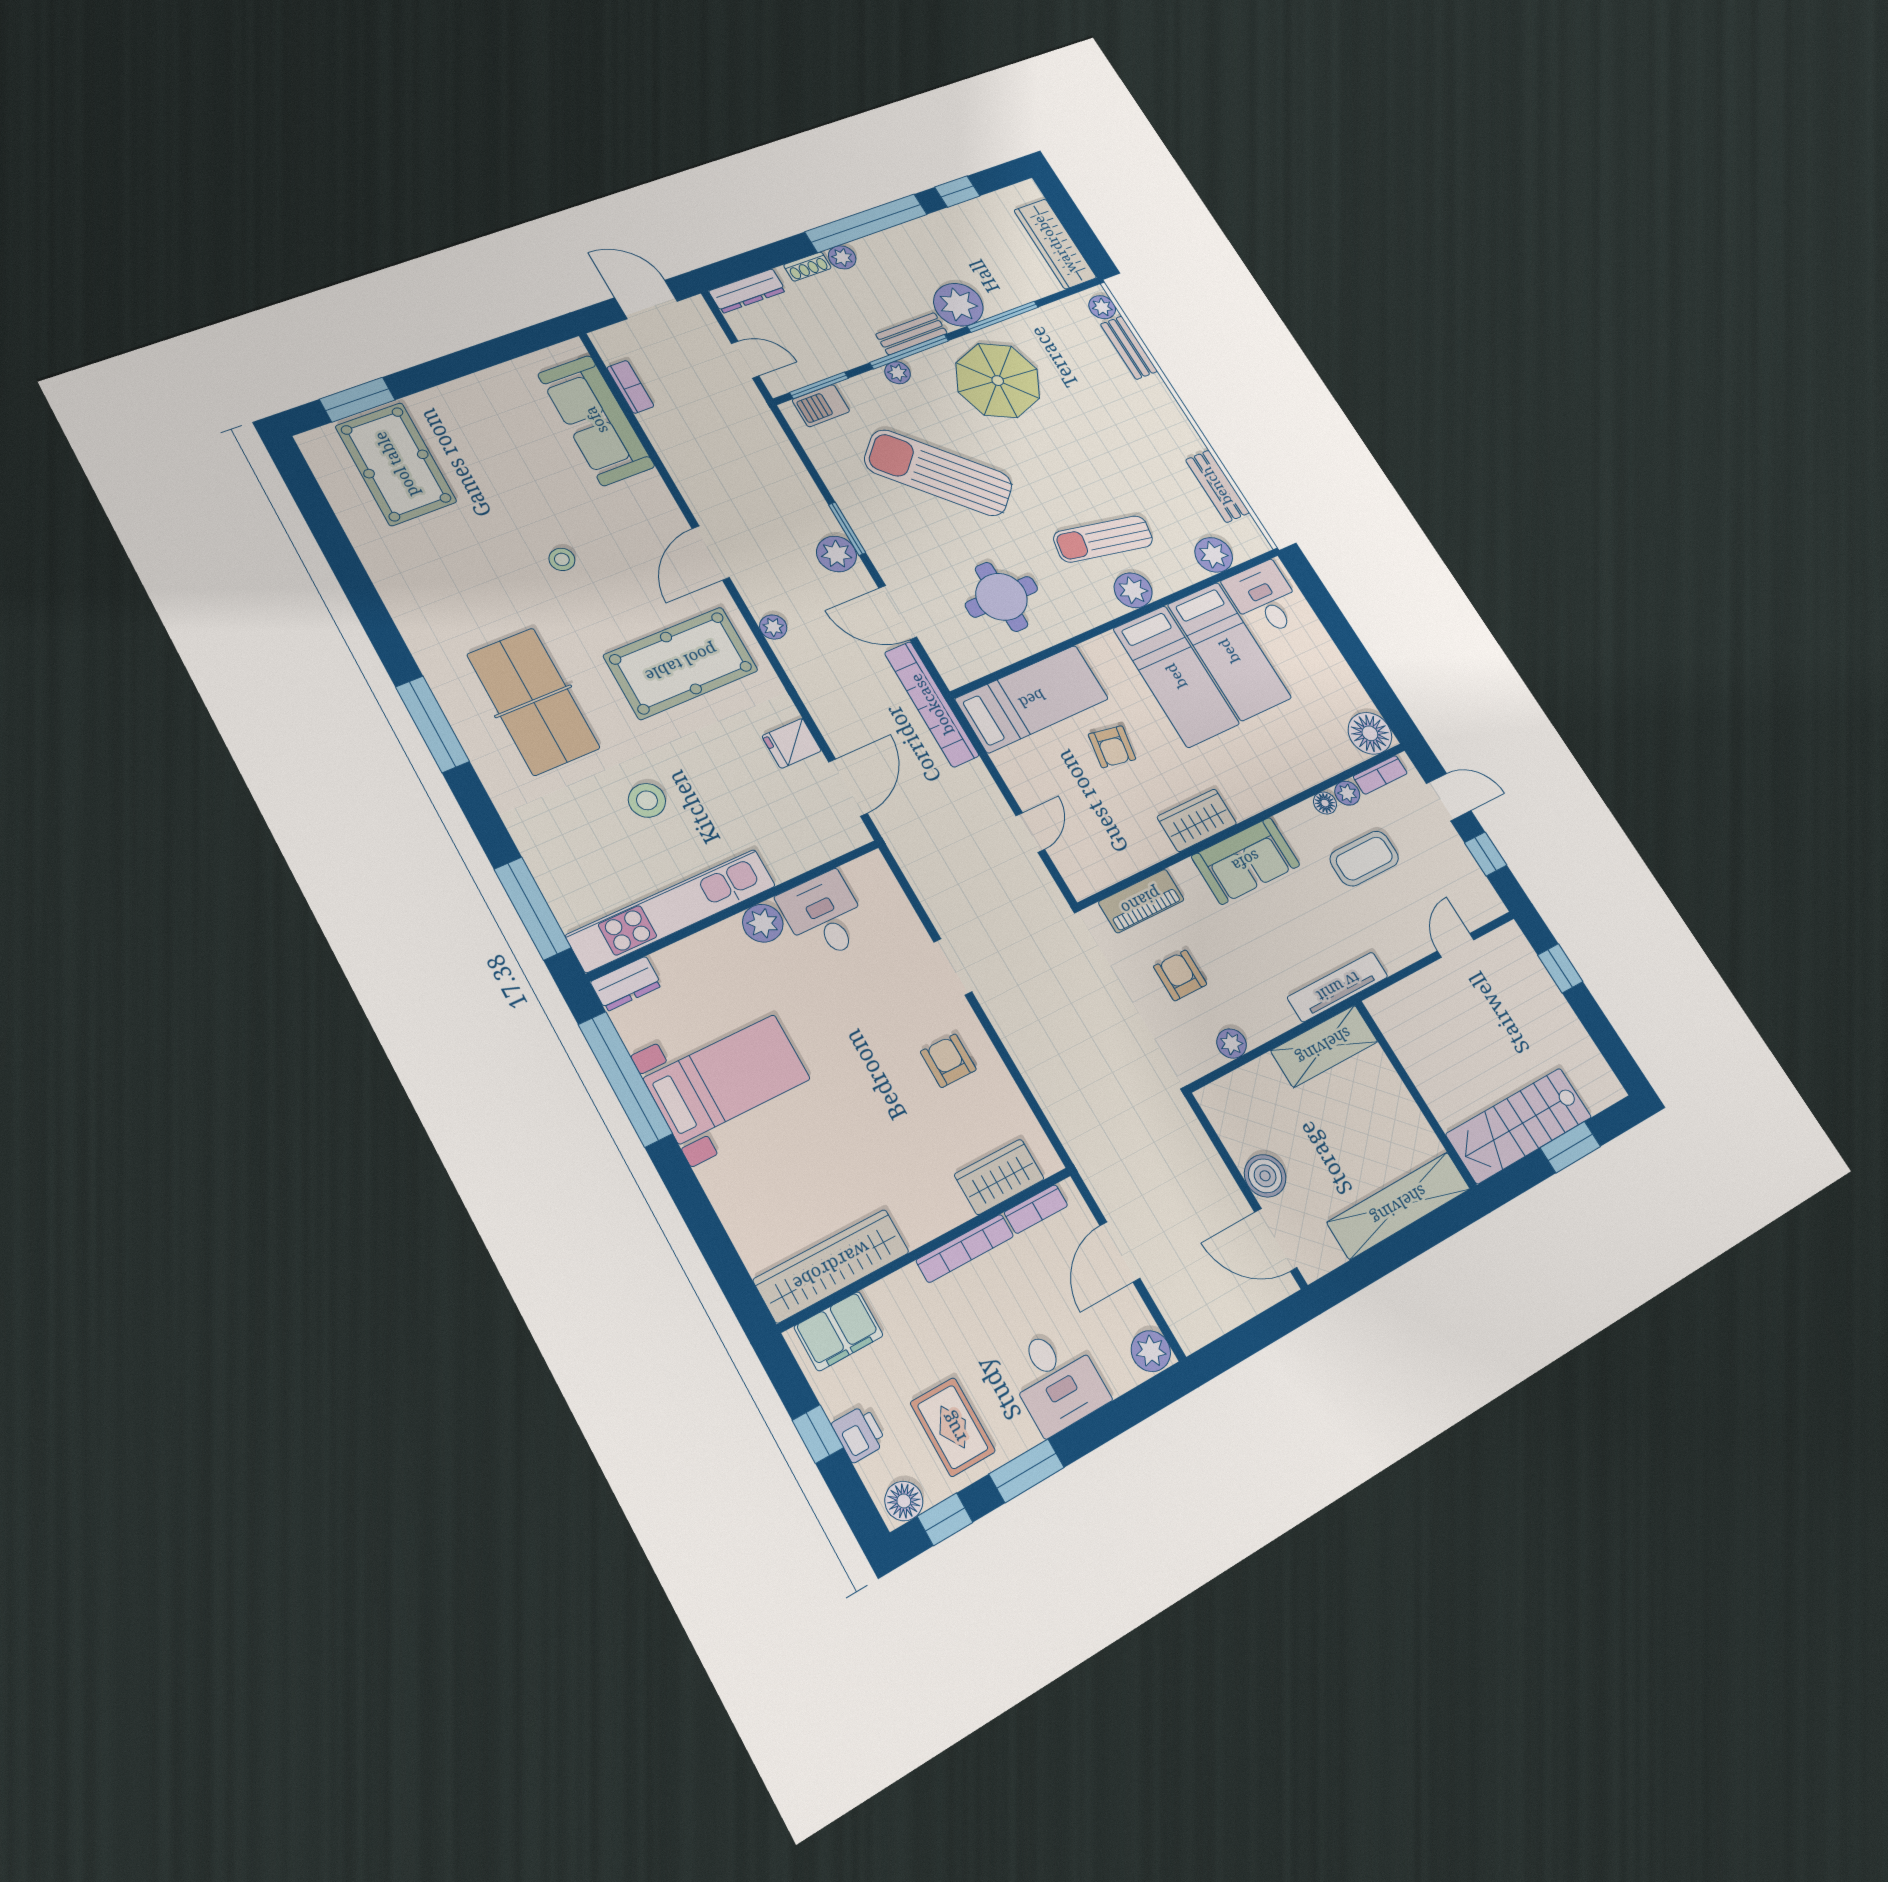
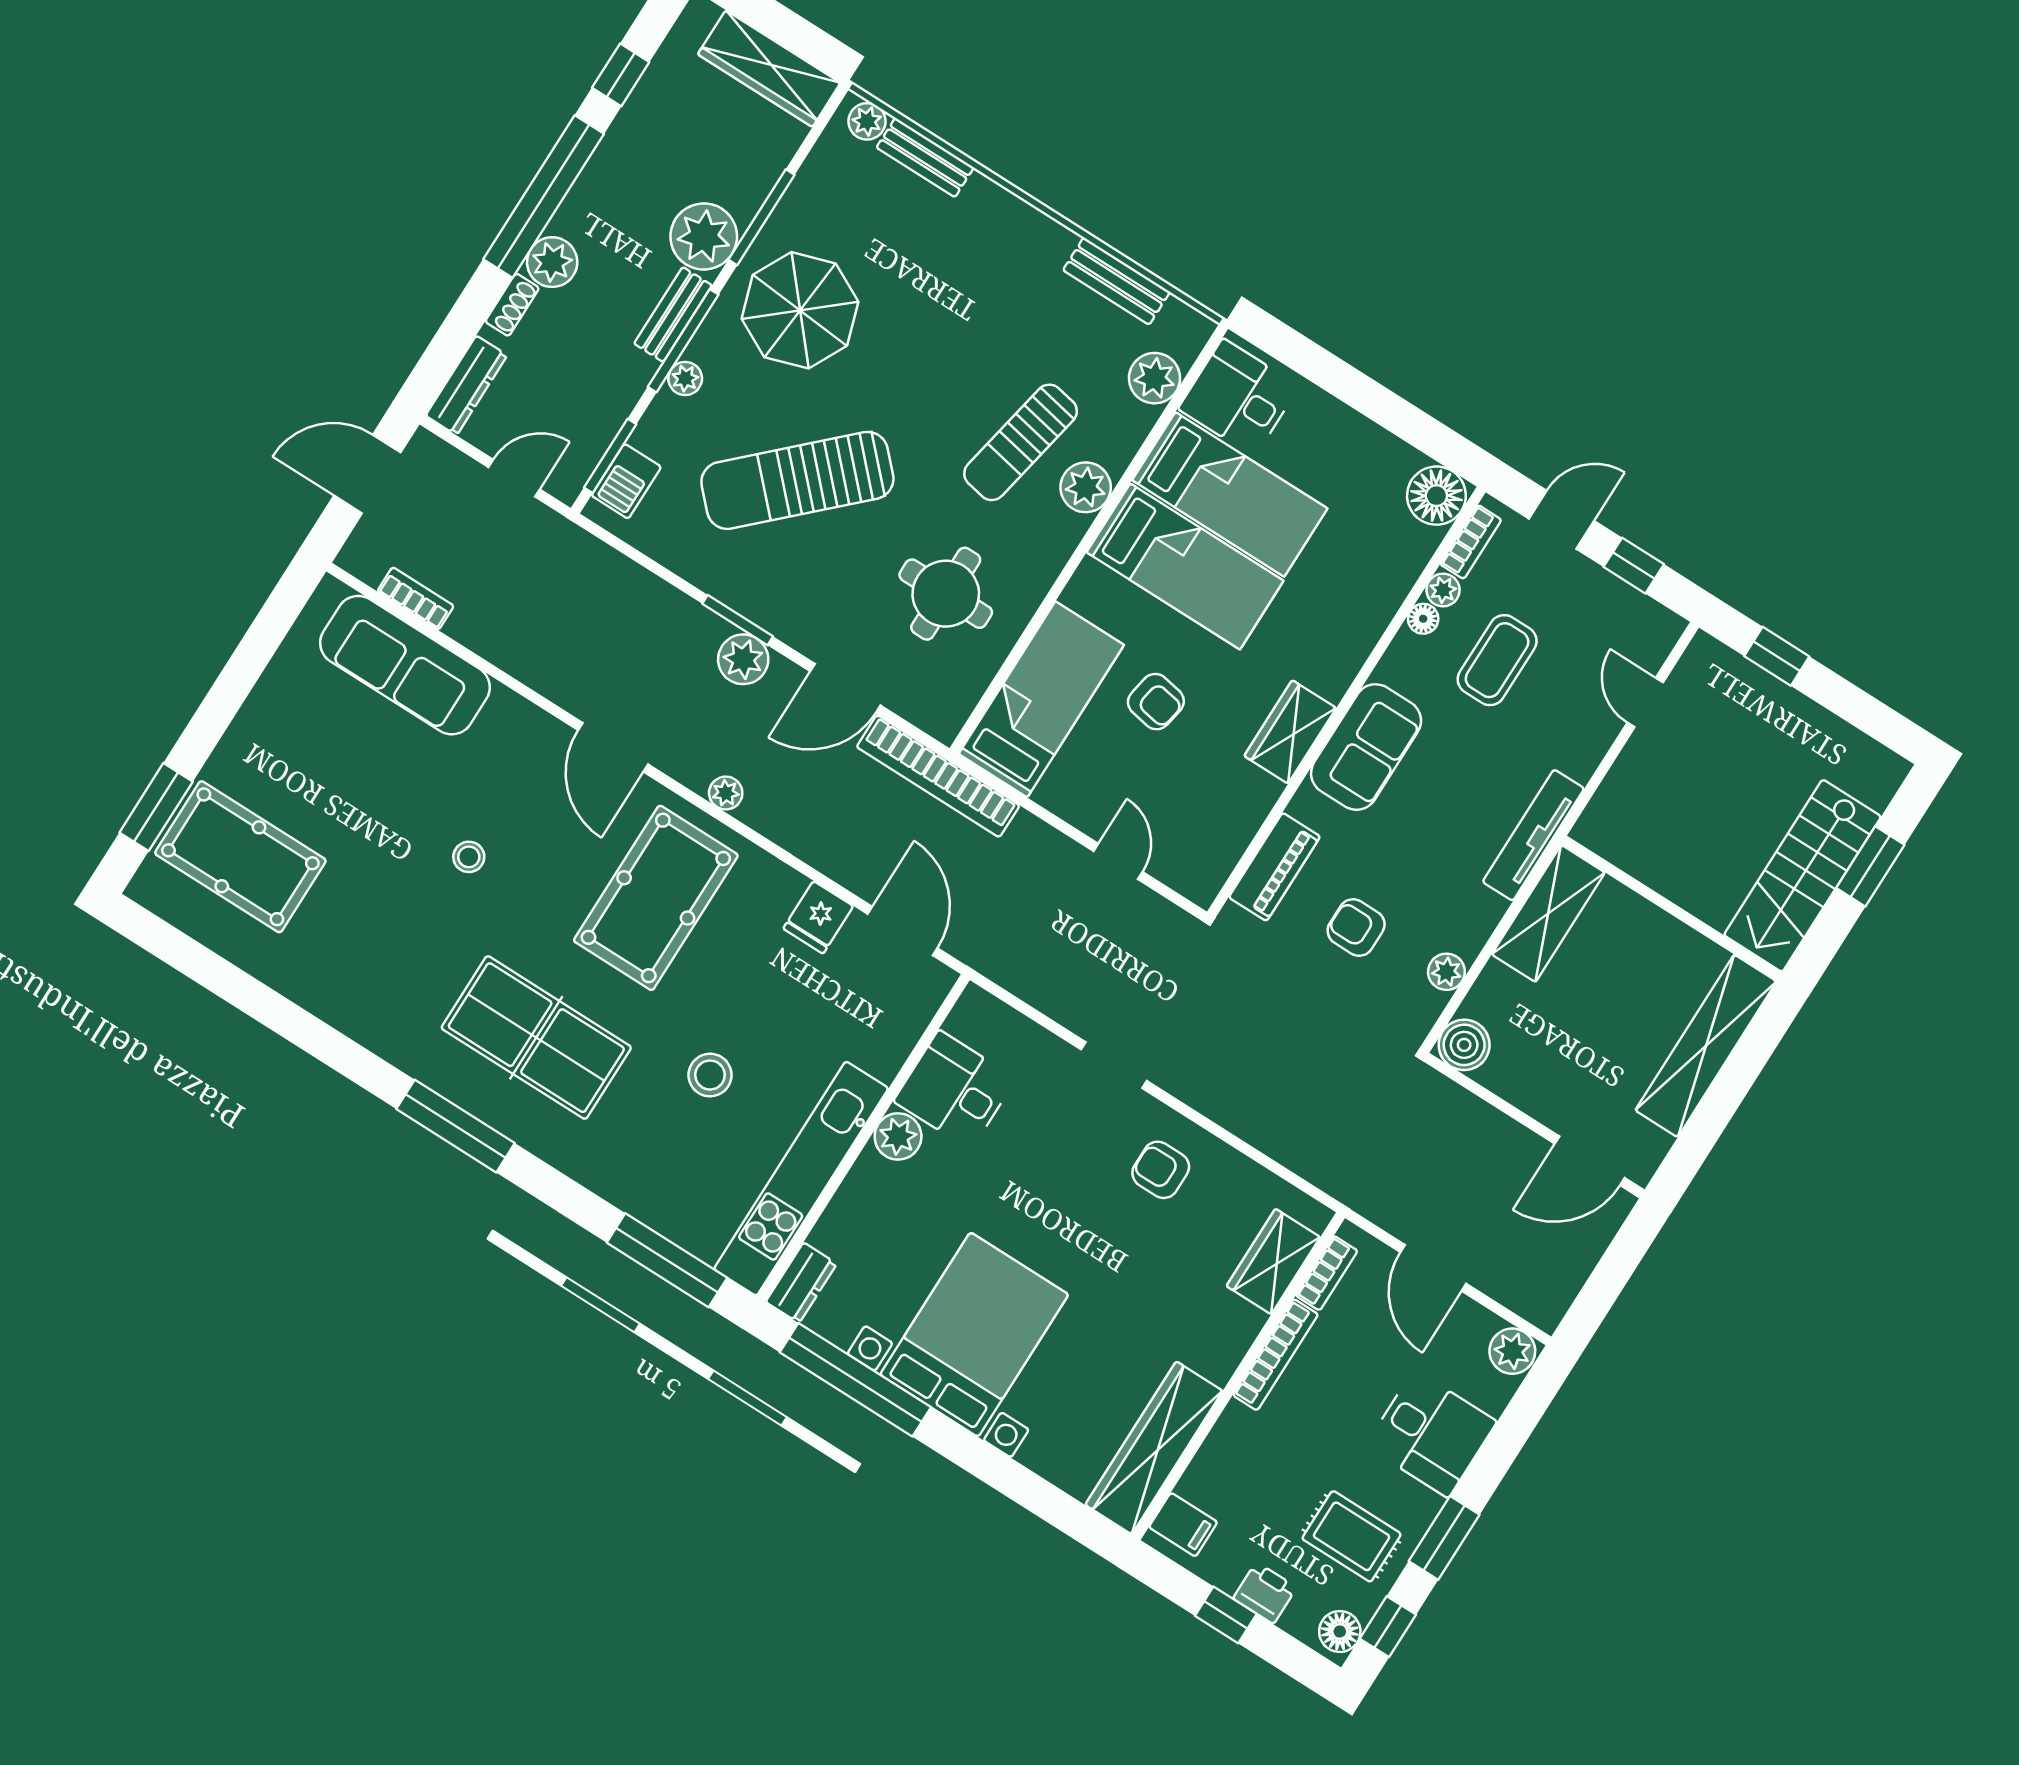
plant: (842, 257) -> (552, 262), width x1.38, depth x1.38
bed with nightstands: (727, 1079) -> (974, 1335), width x1.36
boiler: (1265, 1176) -> (1464, 1045), moved
filing cabinet: (839, 1331) -> (1183, 1525), width x0.50

